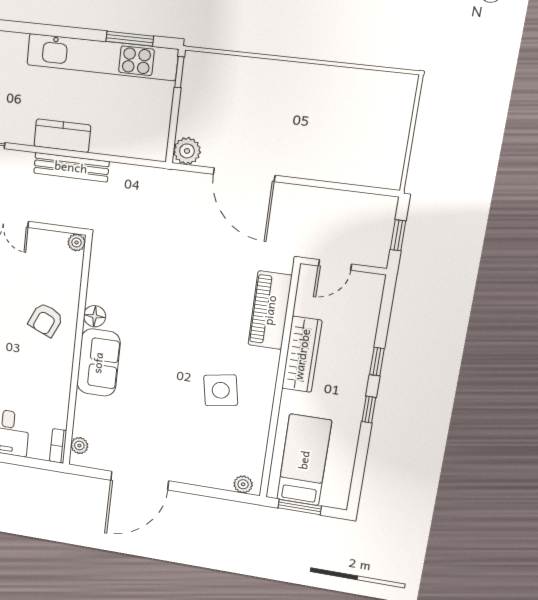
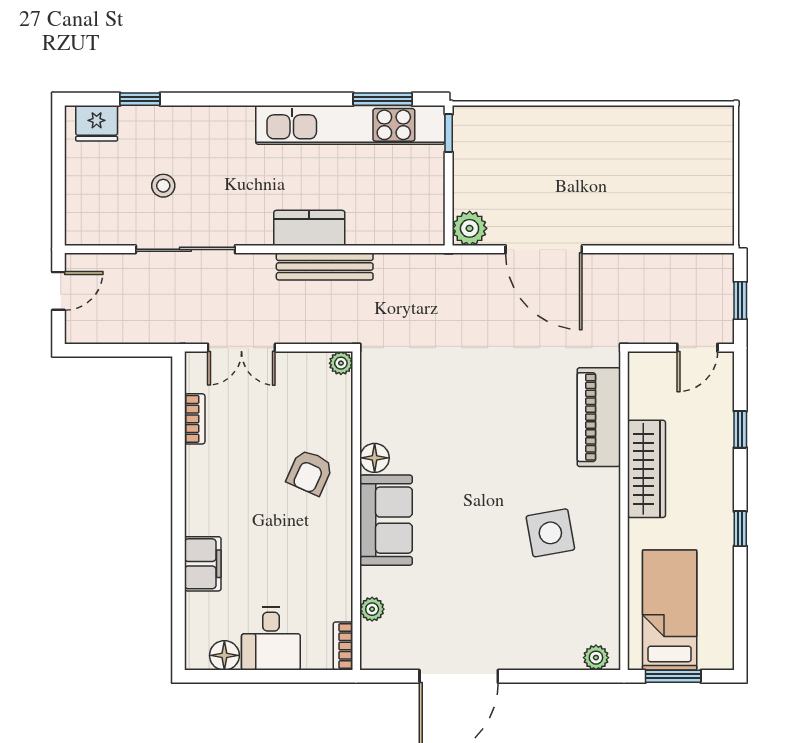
door: (335, 265) -> (697, 348), moved
window: (377, 362) -> (740, 429), moved
plant: (79, 446) -> (372, 609), moved

